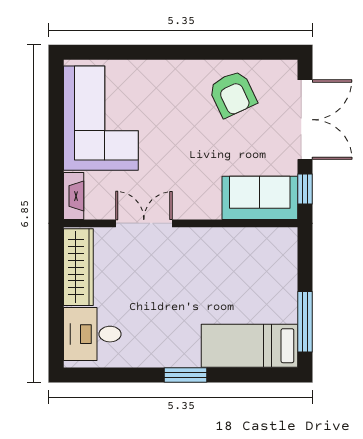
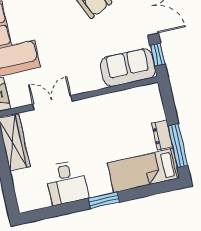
dresser: (286, 302) -> (162, 135), added
desk: (92, 334) -> (67, 183), moved, turned -90

